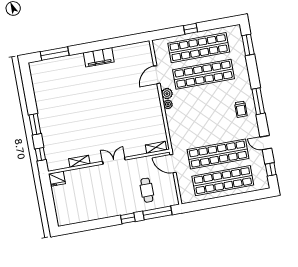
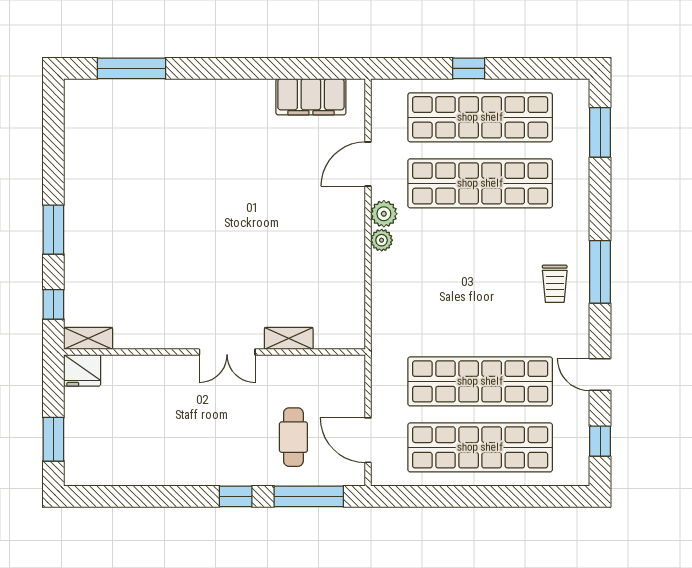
filing cabinet: (99, 57) -> (311, 97), moved
shelving: (156, 147) -> (289, 338), moved
shelving: (79, 161) -> (88, 338), moved
double door: (114, 161) -> (227, 352), swing flipped
door: (173, 164) -> (368, 440), moved
window: (50, 209) -> (53, 439), added

